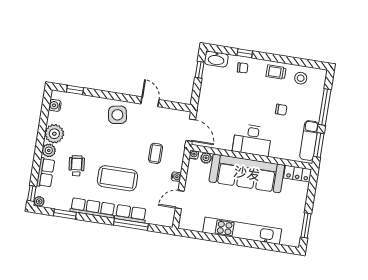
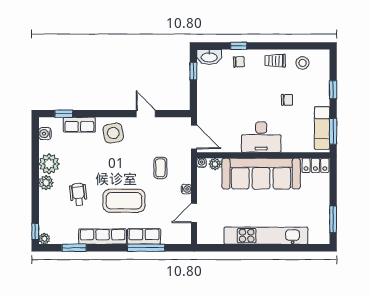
window: (325, 107) -> (333, 90), width x0.46
row of seats: (46, 173) -> (79, 125), moved, turned 90

